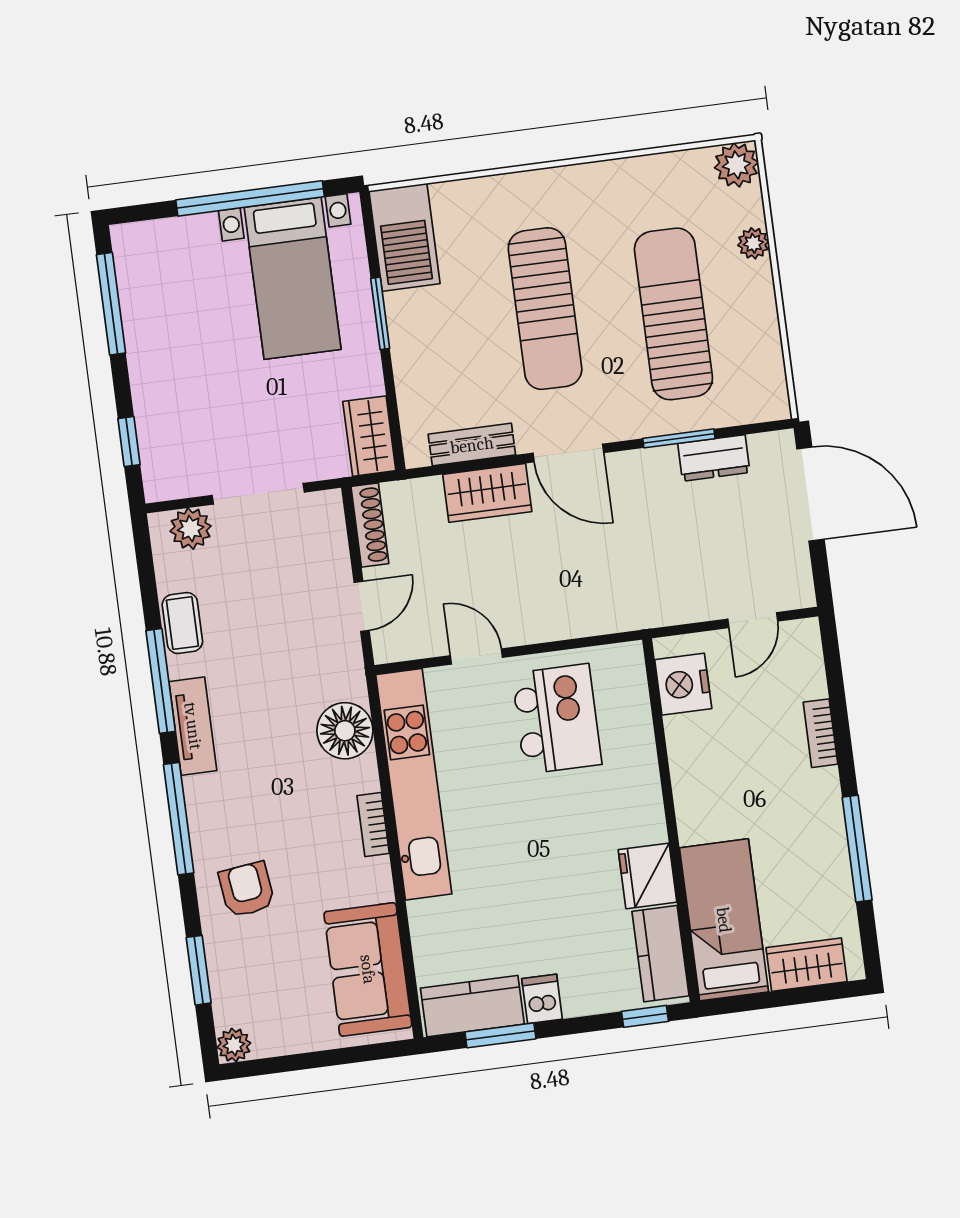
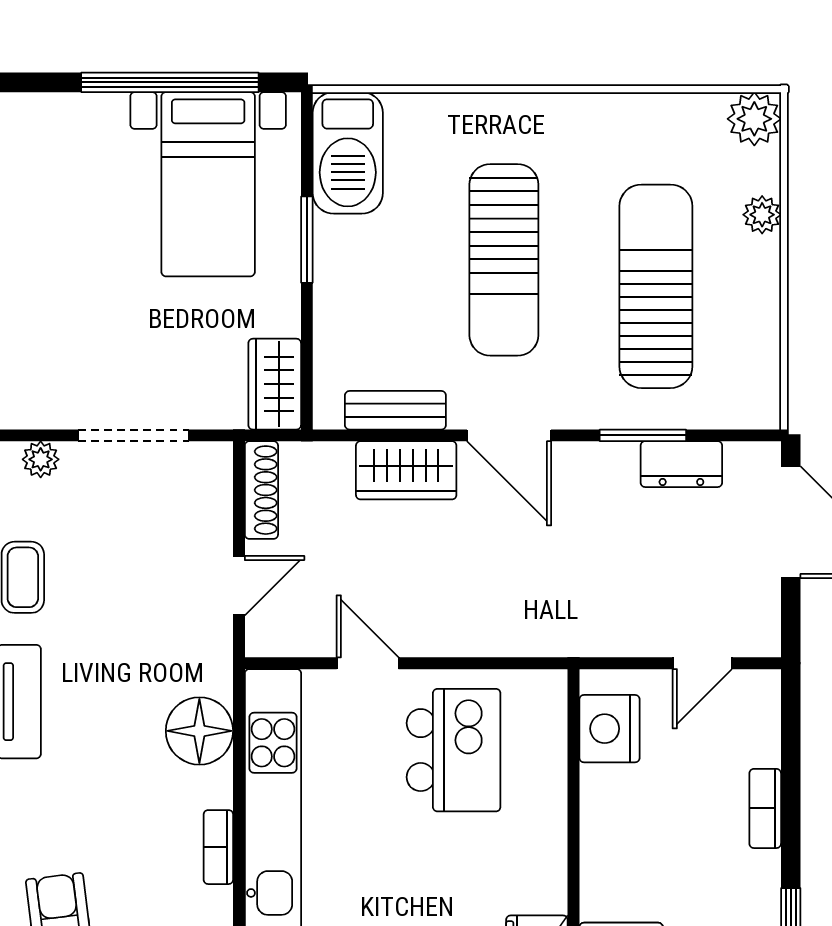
plant: (191, 529) -> (41, 459), width x0.73, depth x0.73

